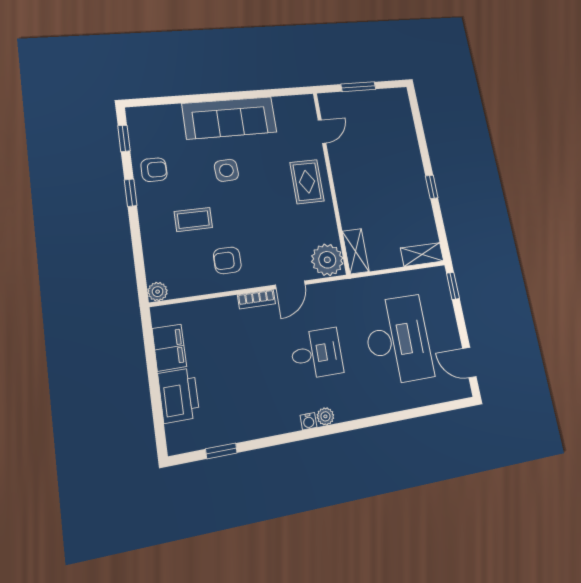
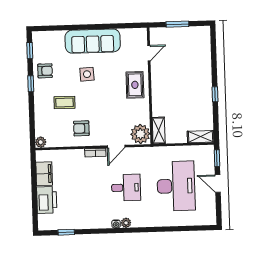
door: (469, 363) -> (218, 184), moved

